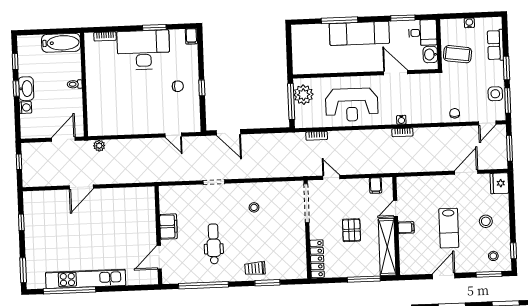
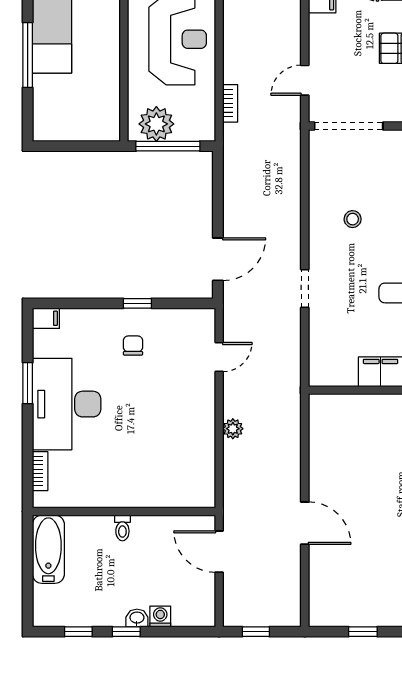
washbasin: (26, 89) -> (137, 618), width x0.52, depth x0.69
plant: (99, 146) -> (233, 429), moved

